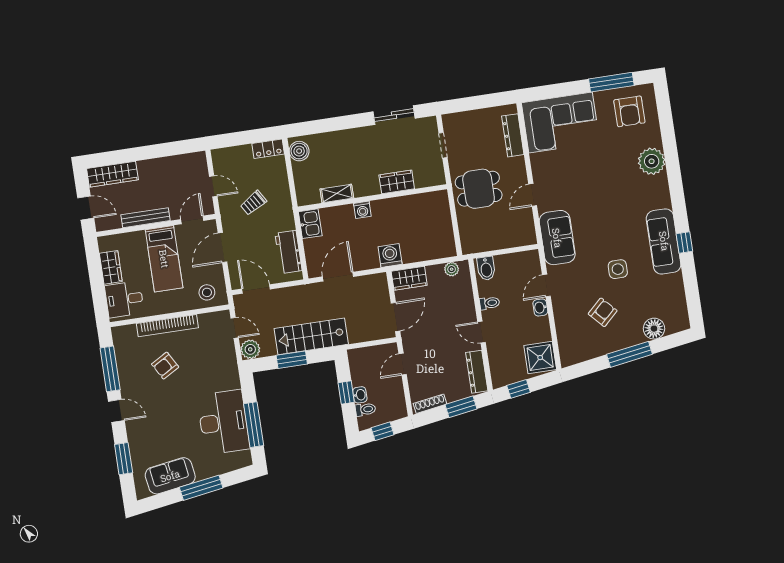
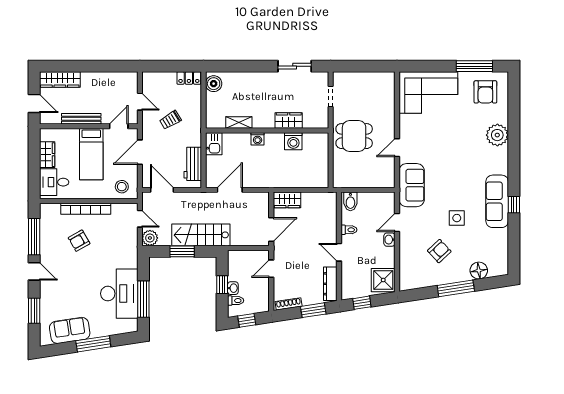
dresser: (513, 135) -> (388, 97), removed
washing machine: (390, 255) -> (293, 141), moved, turned 180
plant: (452, 269) -> (322, 198), removed

